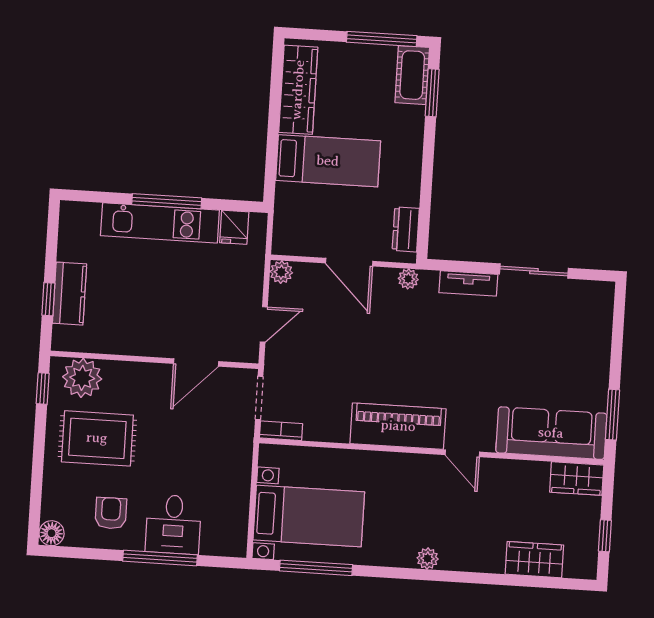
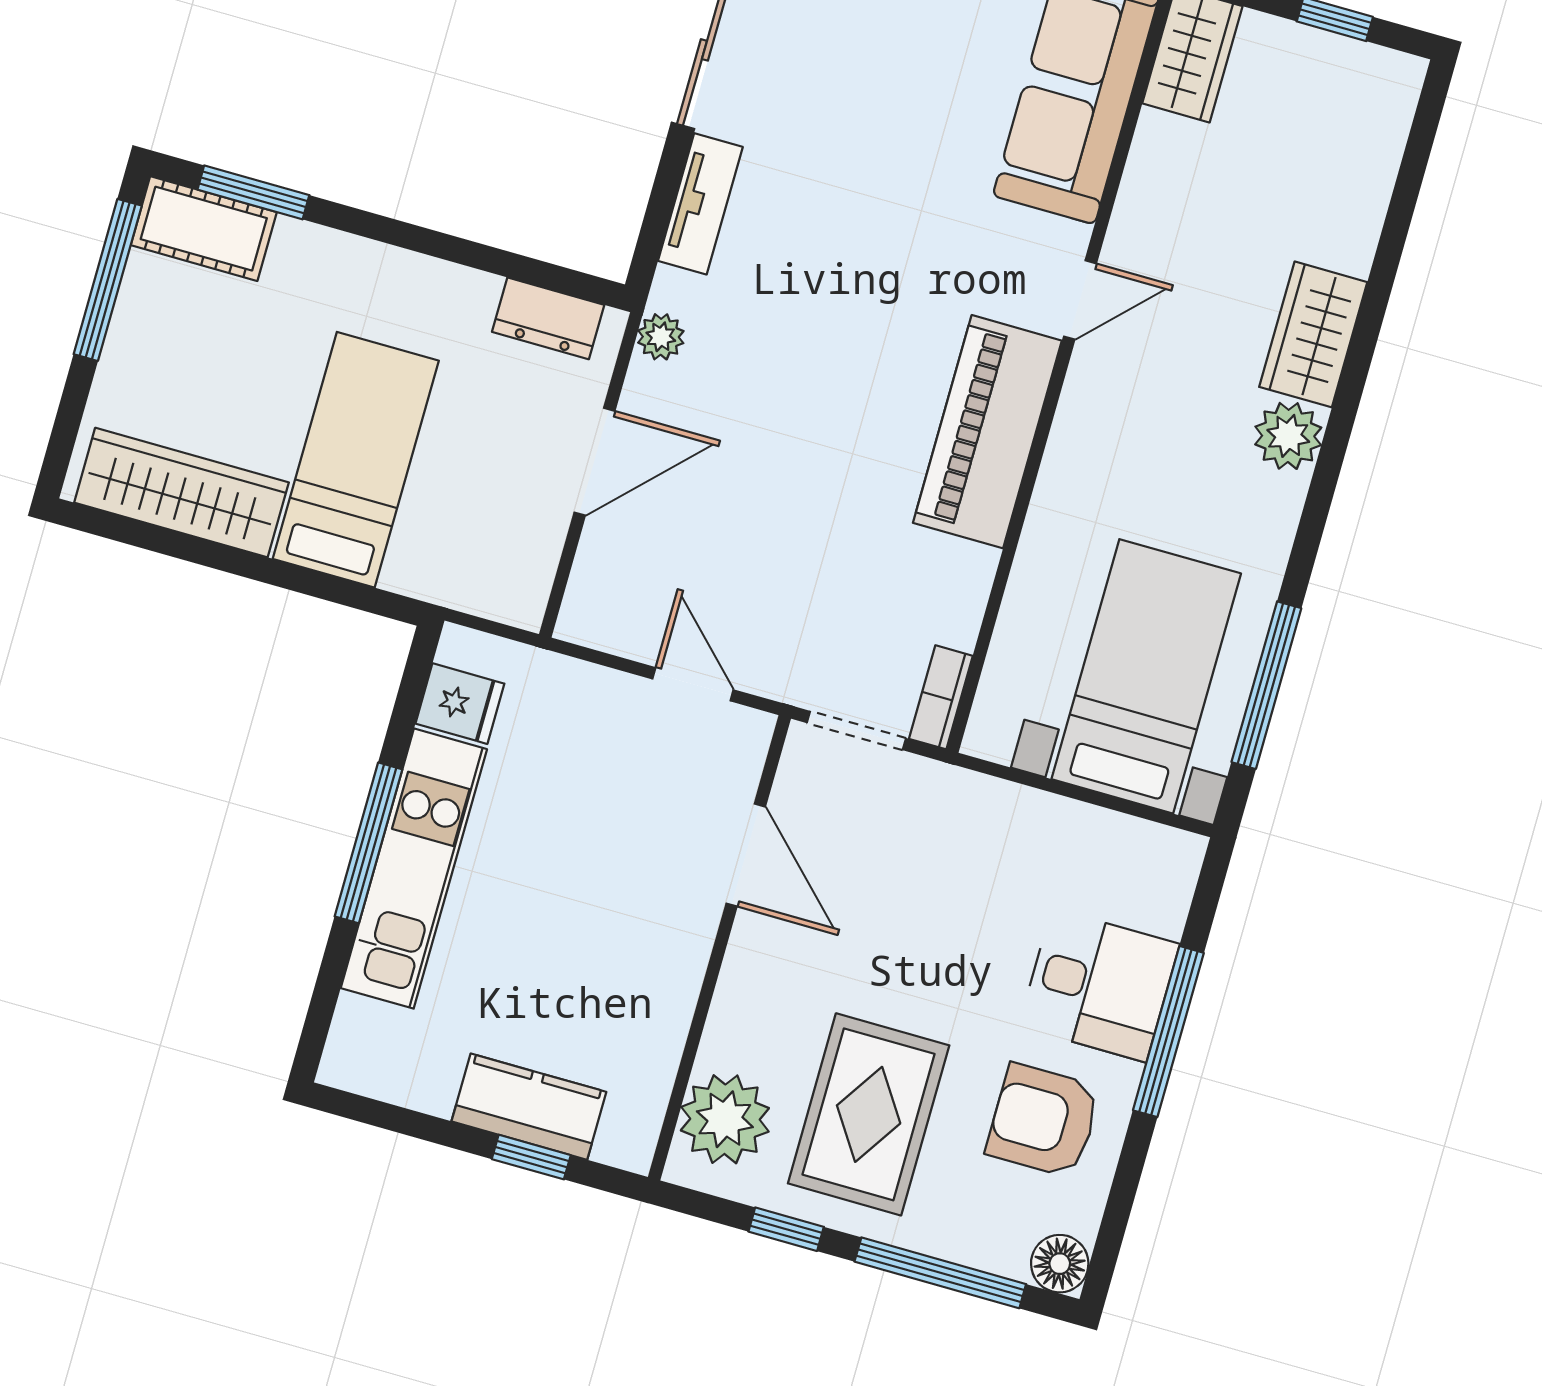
plant: (281, 272) -> (584, 619), removed
window: (43, 389) -> (786, 1229), moved
window: (37, 483) -> (940, 1273), added
armchair: (111, 513) -> (1043, 1121), width x1.38, depth x1.38
plant: (428, 559) -> (1288, 436), width x1.38, depth x1.38
wardrobe: (534, 560) -> (1313, 334), moved

